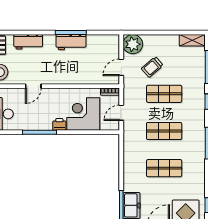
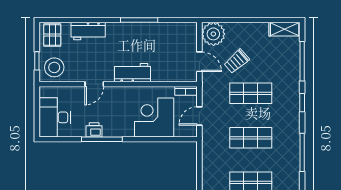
workbench: (71, 42) -> (133, 73), moved, turned 180
door: (121, 67) -> (199, 62), swing flipped
printer: (59, 124) -> (94, 130), moved

